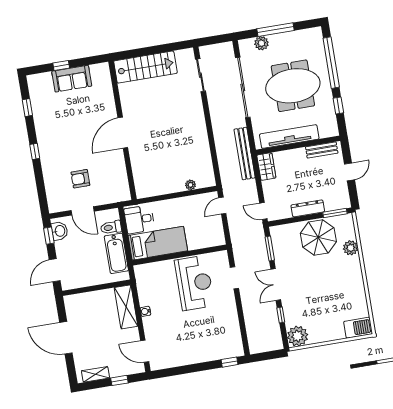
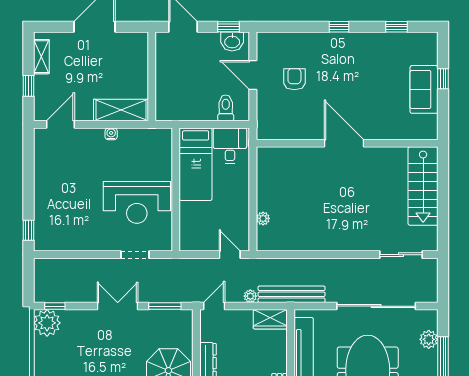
plant: (251, 185) -> (250, 296), added
door: (83, 211) -> (253, 75), hinge flipped
bathtub: (116, 253) -> (191, 109), removed
window: (281, 315) -> (55, 306), moved

